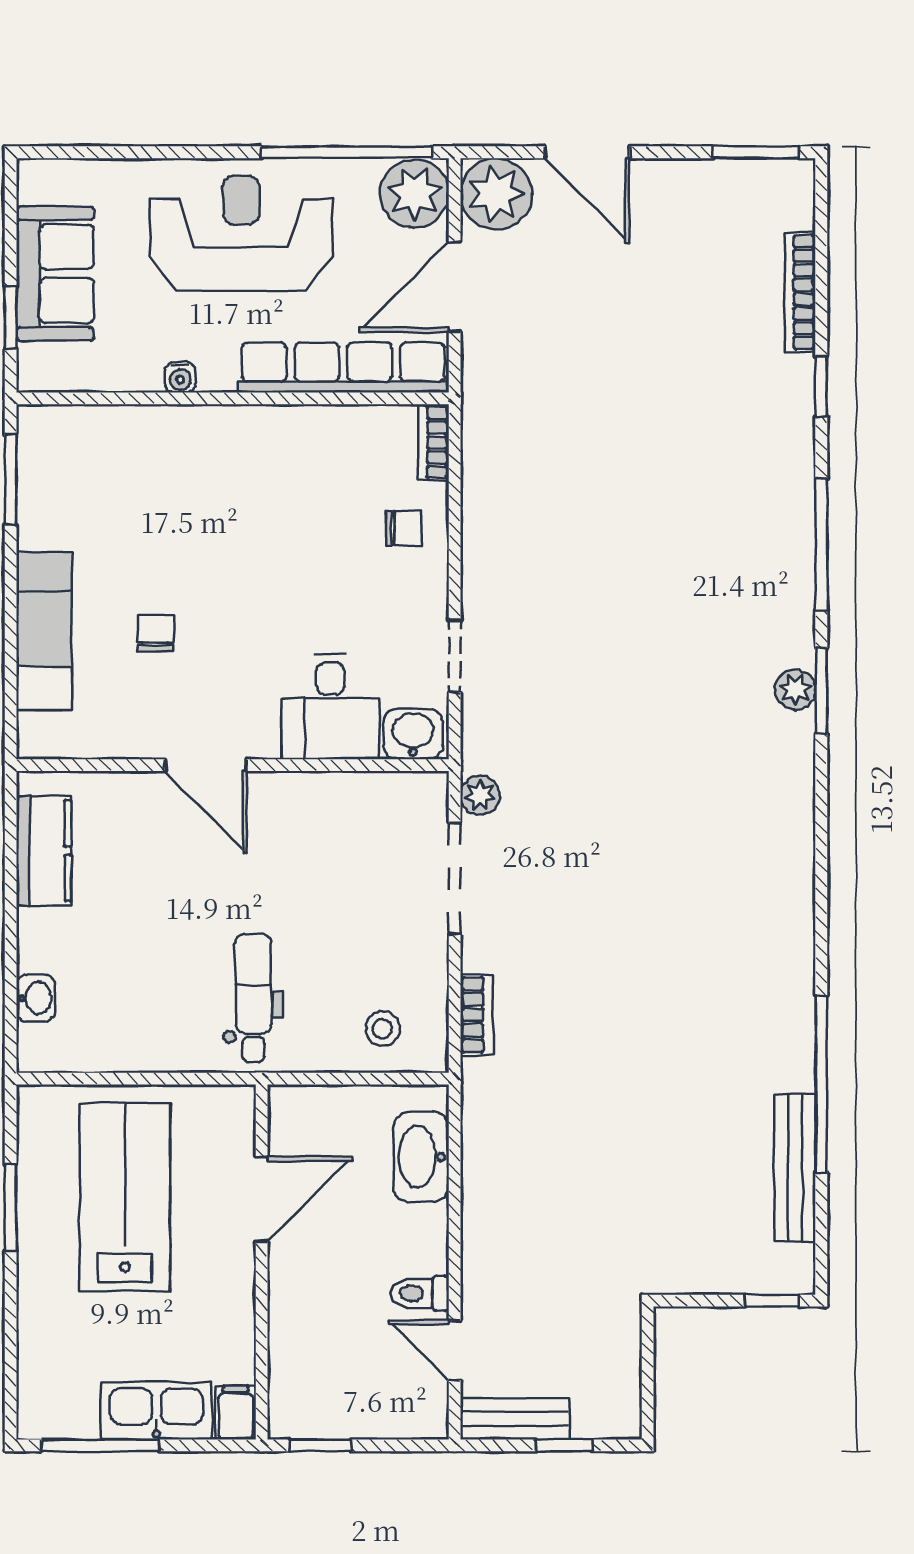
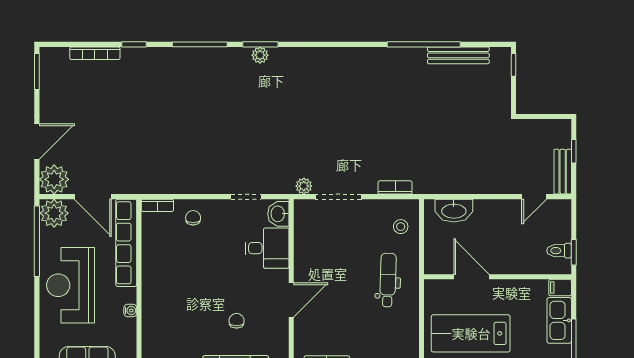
chair: (155, 633) -> (237, 321), turned 90
dental chair: (253, 998) -> (388, 280), turned 92
toilet: (420, 1293) -> (559, 251), moved, turned 90

